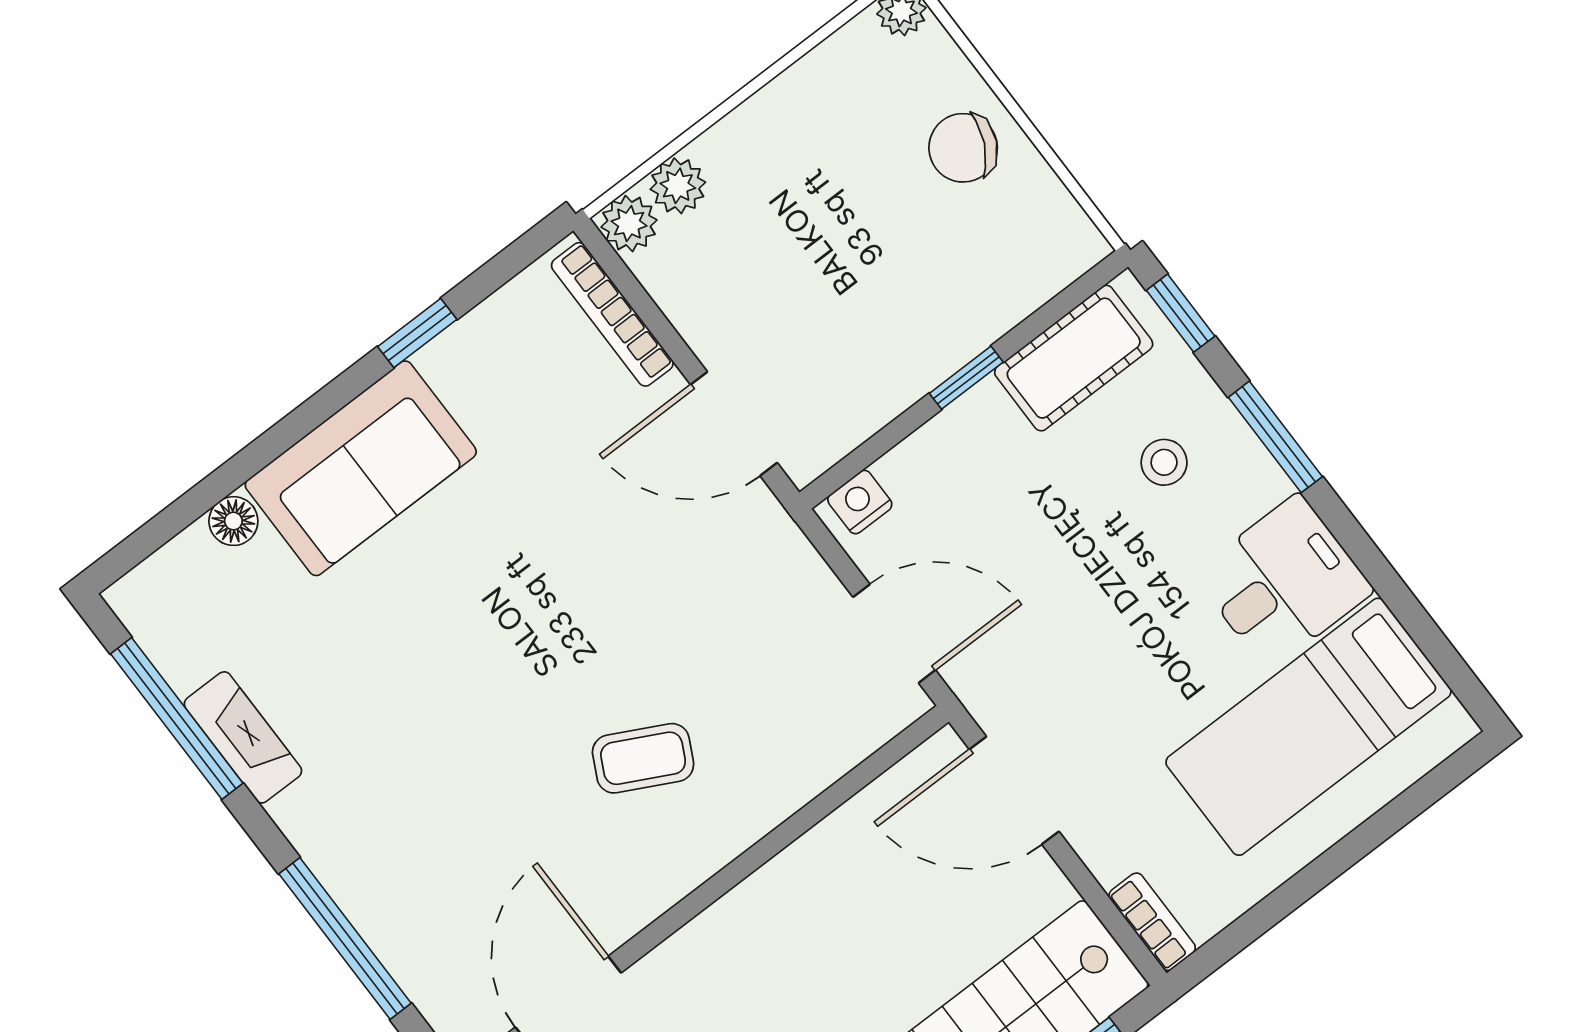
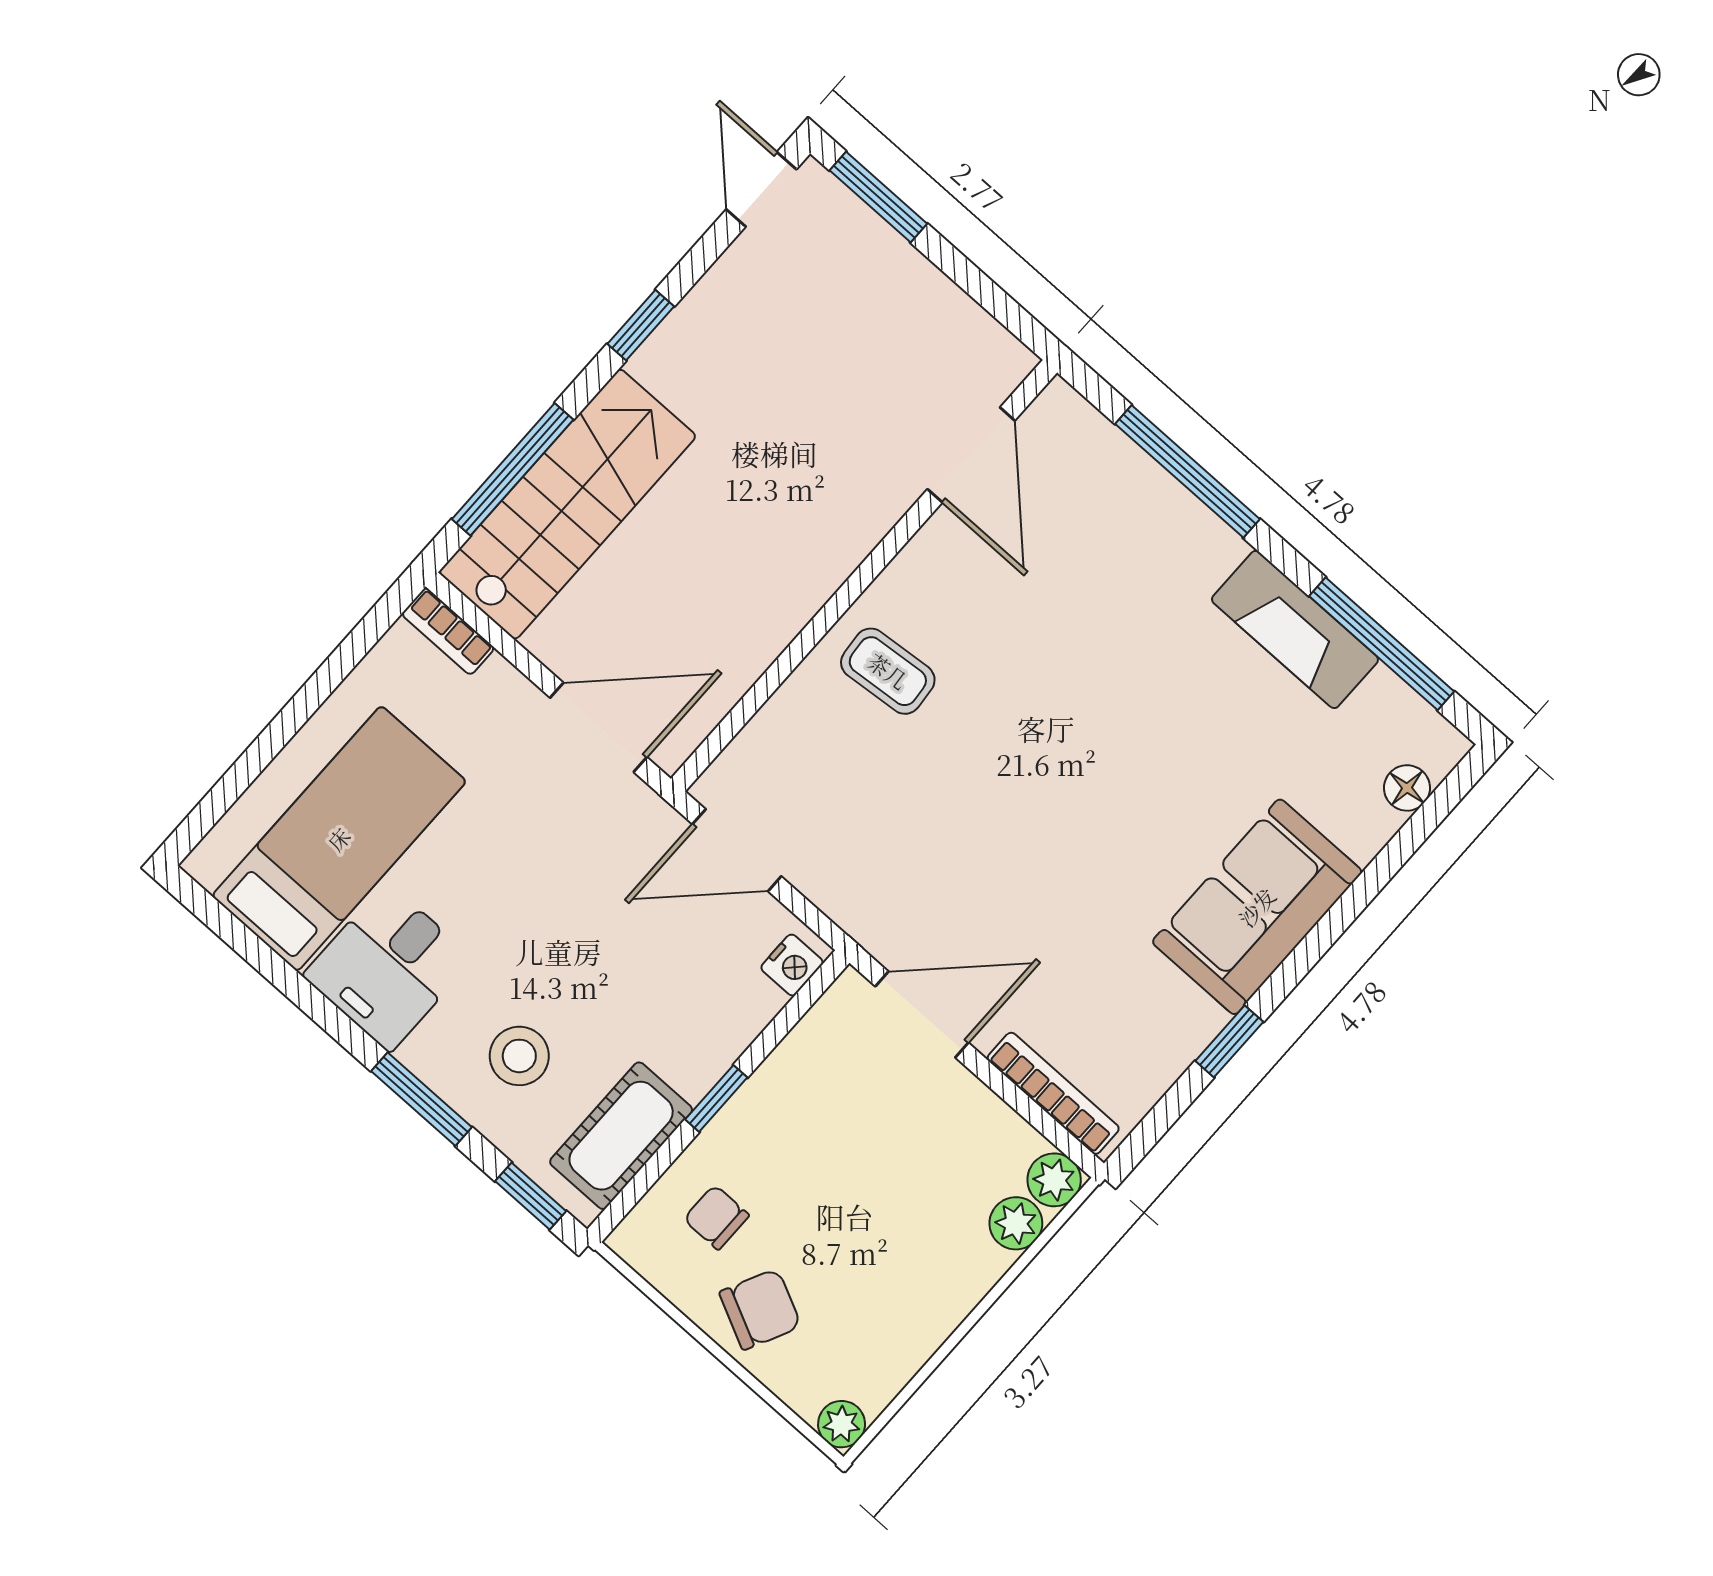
chair: (990, 253) -> (716, 1217), added
stool: (1164, 462) -> (519, 1056), width x1.37, depth x1.37
floor lamp: (233, 521) -> (1407, 788), moved
fireplace: (243, 737) -> (1295, 629), width x1.37, depth x1.32
coffee table: (643, 758) -> (888, 671), moved, turned 58

